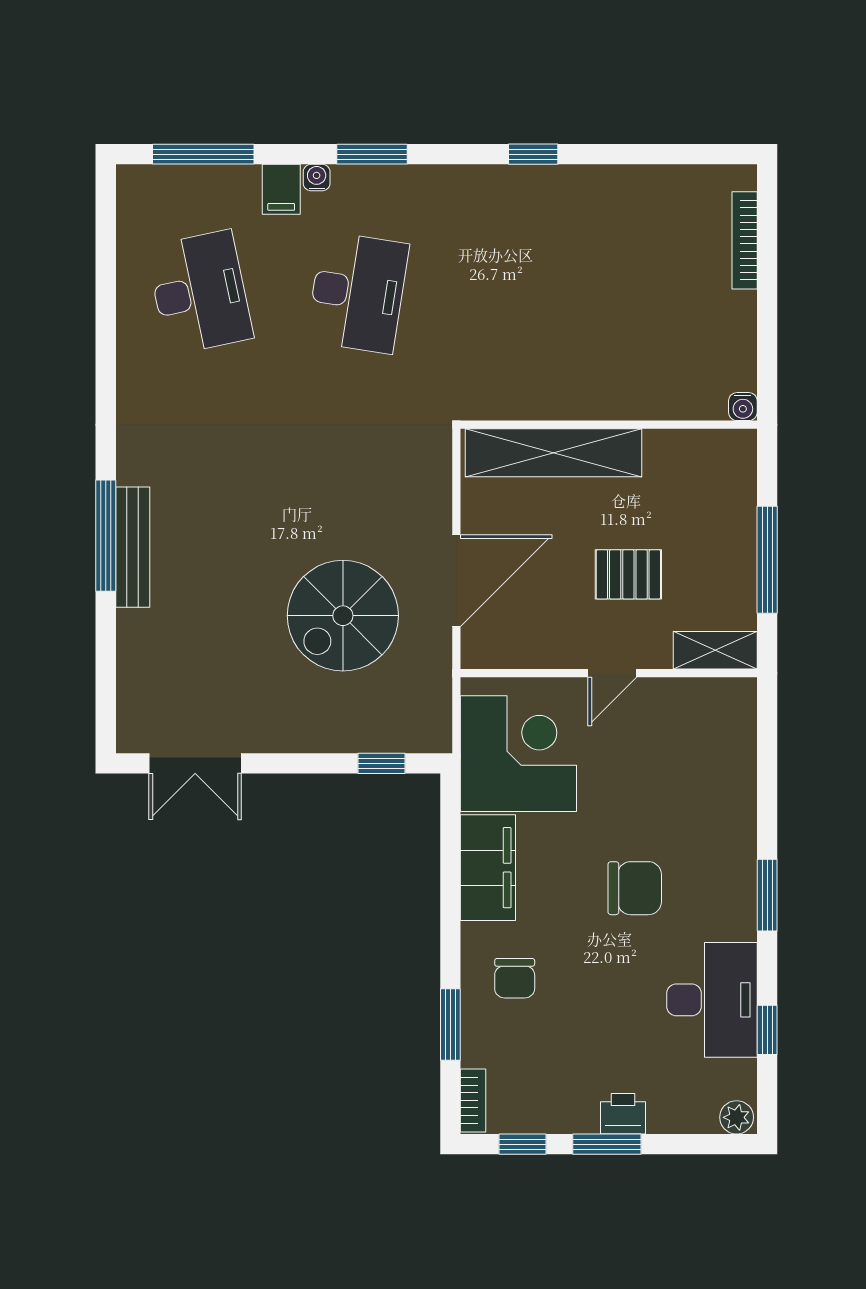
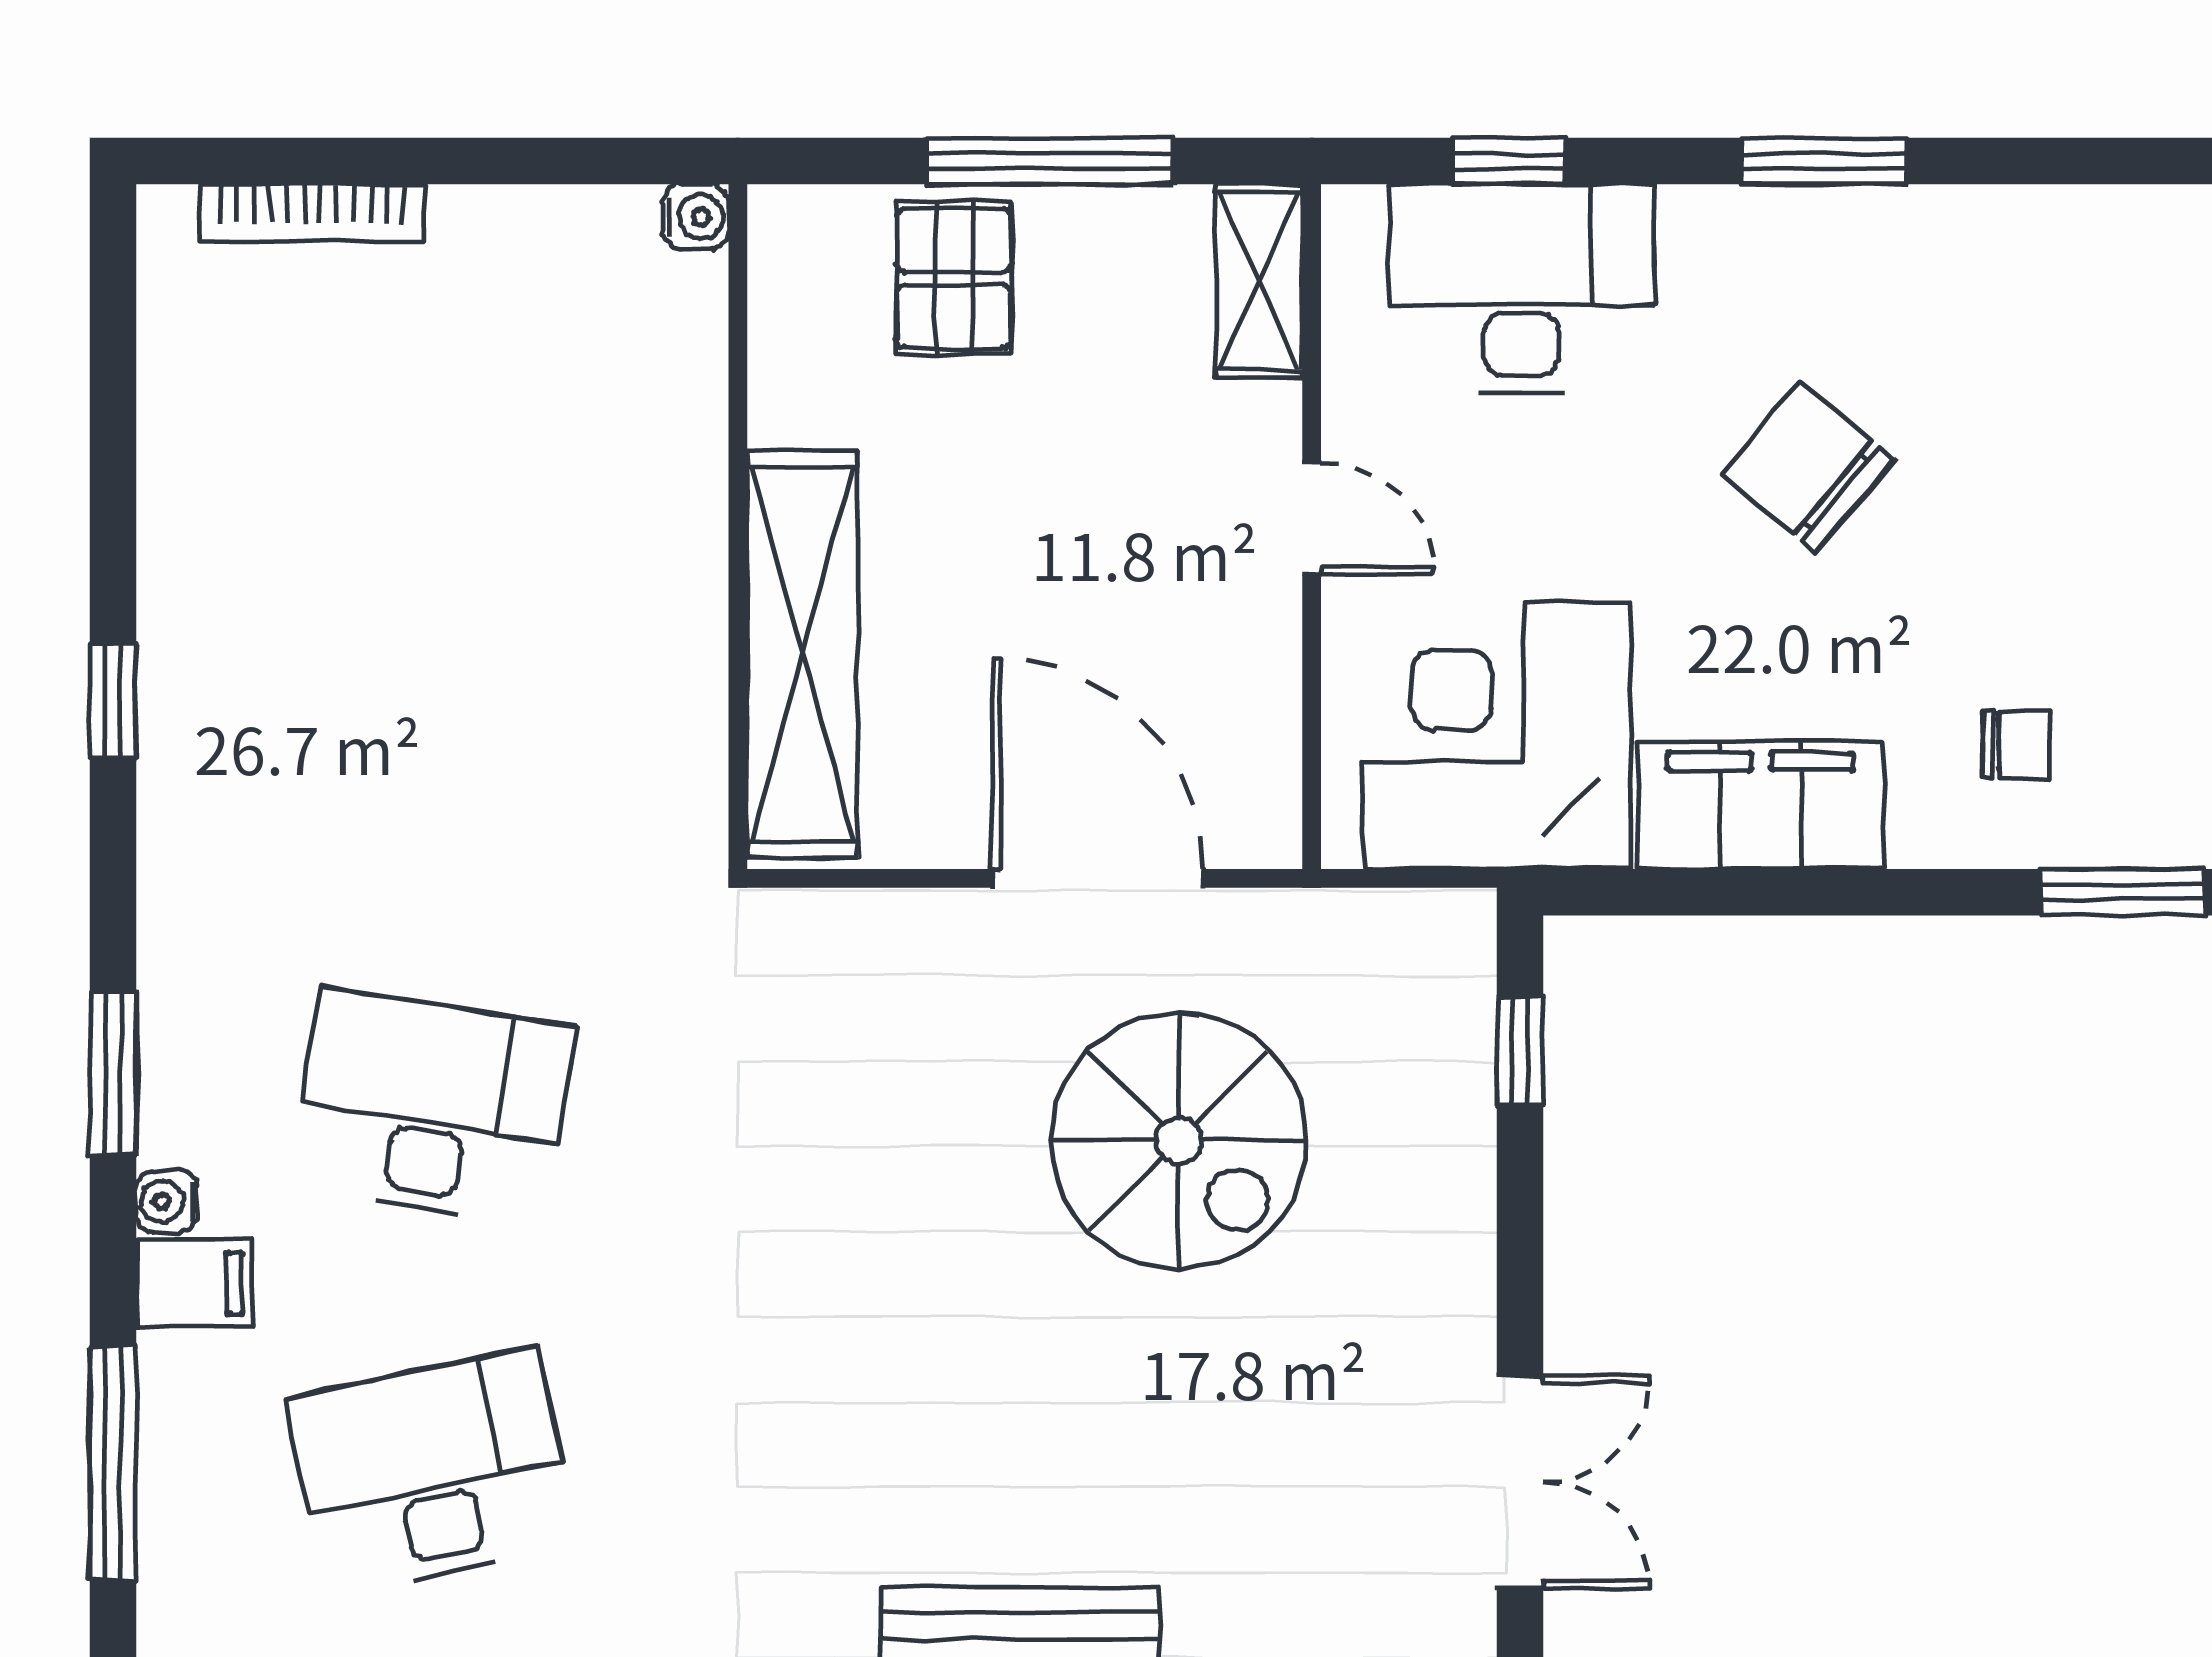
pallet: (628, 574) -> (954, 279), moved
chair: (635, 888) -> (1808, 467), turned -50
chair: (515, 978) -> (2016, 744), width x0.73, depth x0.73
desk: (712, 1000) -> (1522, 288), moved
window: (767, 1030) -> (1509, 161), moved

